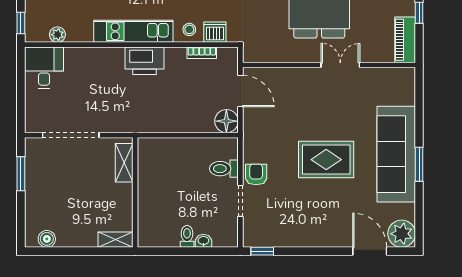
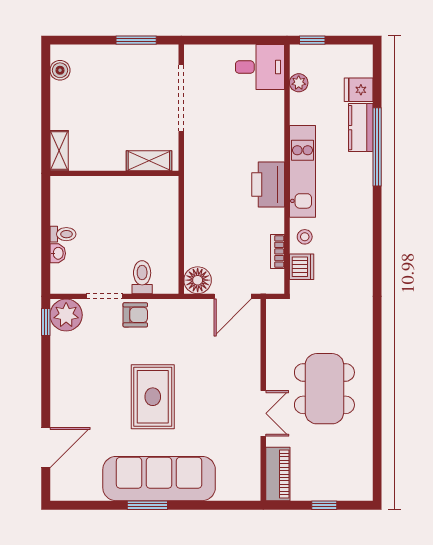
piano: (405, 40) -> (278, 474), moved, turned 90
plant: (402, 234) -> (66, 315), moved

